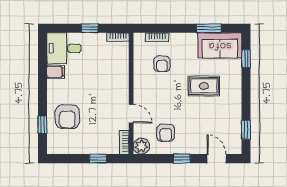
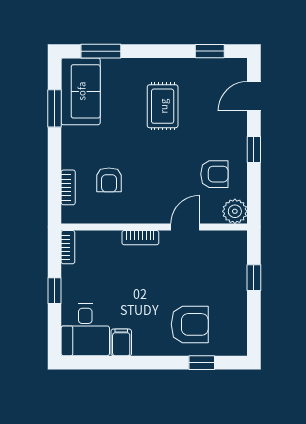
window: (246, 59) -> (101, 51), width x1.50
armchair: (162, 64) -> (109, 180), turned 90
rug: (204, 86) -> (163, 106), moved
bookcase: (124, 142) -> (140, 238), moved

